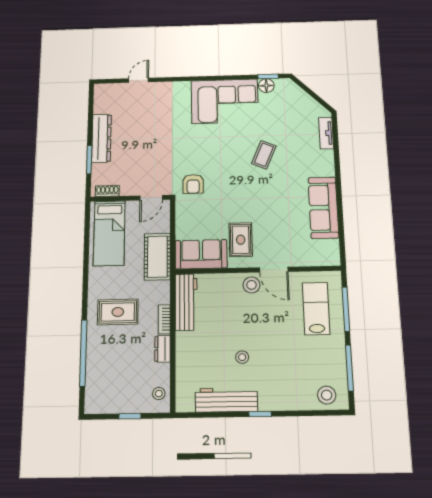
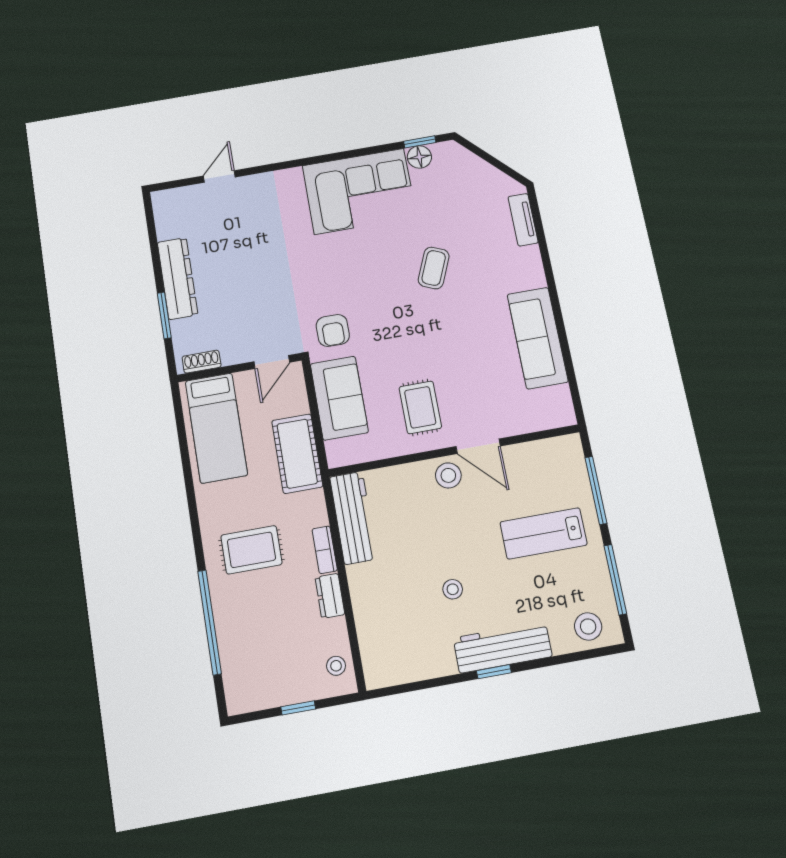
sofa: (201, 254) -> (339, 398), moved, turned 90
lab bench: (316, 309) -> (544, 533), moved, turned -90
workbench: (226, 400) -> (503, 647), moved

